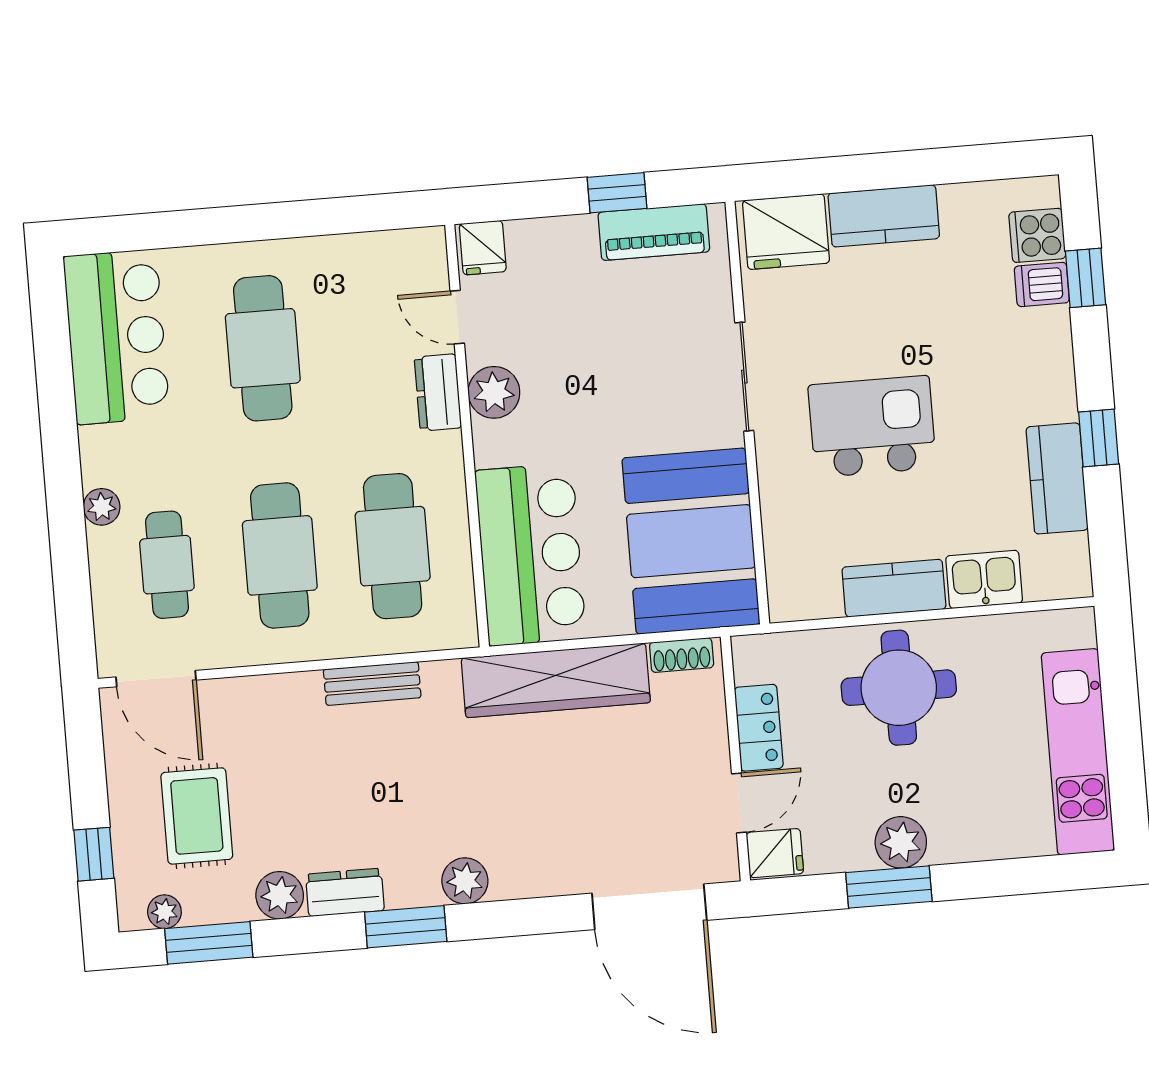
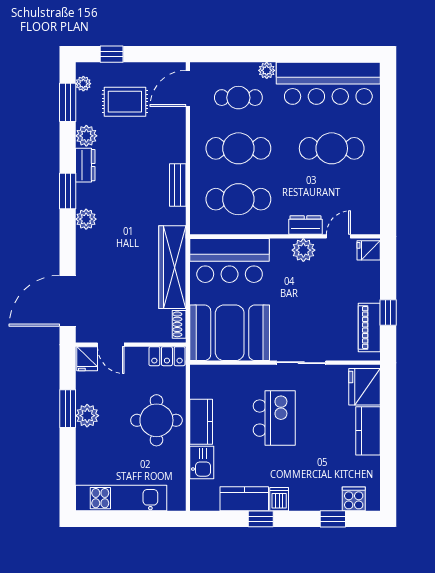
dishwasher: (1042, 284) -> (279, 499), moved
bar counter: (116, 337) -> (328, 83), width x1.36
locker: (759, 728) -> (167, 356), moved

